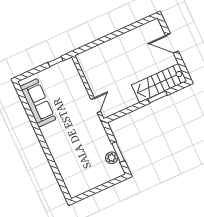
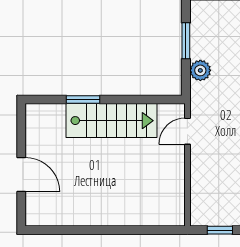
stairs: (159, 83) -> (112, 121), moved
plant: (112, 158) -> (200, 70), moved

